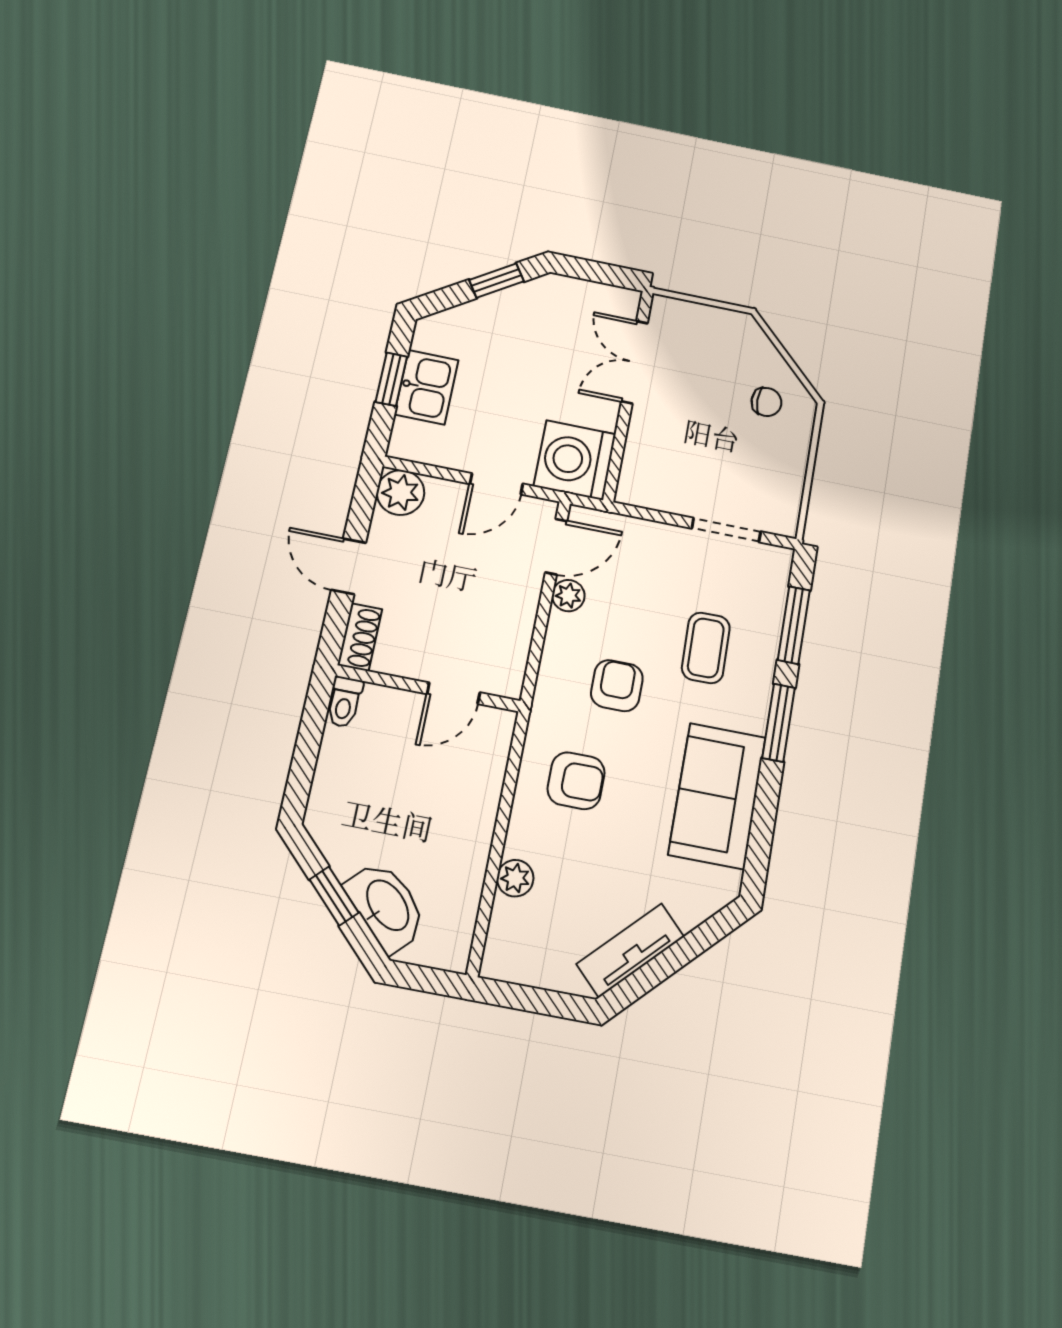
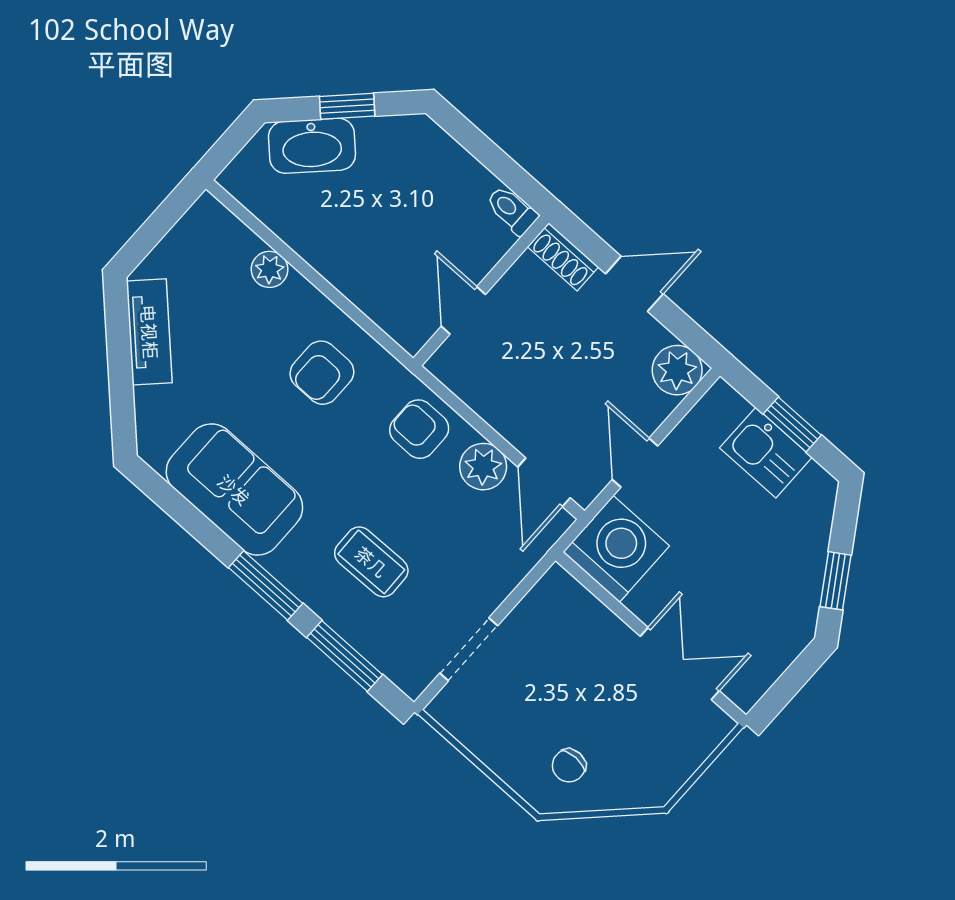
plant: (568, 596) -> (483, 467), width x1.38, depth x1.38
armchair: (617, 686) -> (419, 429), moved, turned 180

